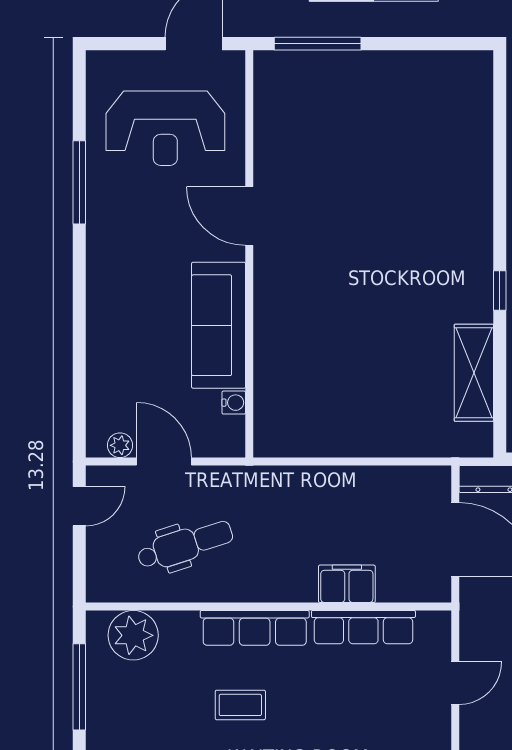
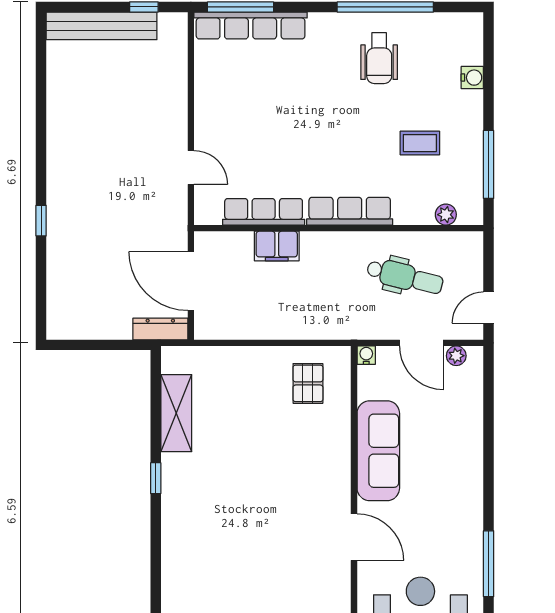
water cooler: (234, 403) -> (366, 355), moved, turned 90
pallet: (307, 410) -> (308, 383), added
dental chair: (185, 545) -> (405, 277), turned -148
plant: (133, 635) -> (446, 215), width x0.53, depth x0.53
door: (455, 683) -> (191, 167), swing flipped
coffee table: (240, 705) -> (420, 143), moved

